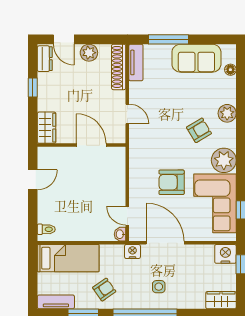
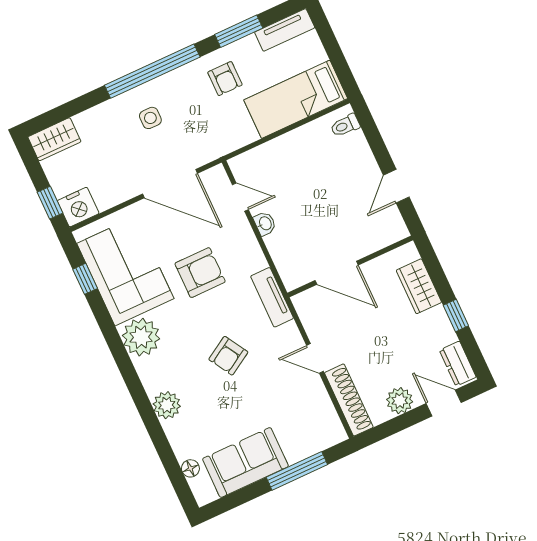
tv unit: (136, 62) -> (272, 297), moved
door: (127, 114) -> (315, 358), moved
wardrobe: (47, 128) -> (419, 286), moved
armchair: (199, 130) -> (228, 356), moved
washbasin: (120, 234) -> (265, 224), moved
nightstand: (132, 251) -> (210, 150), removed
armchair: (104, 290) -> (225, 79), turned -55

